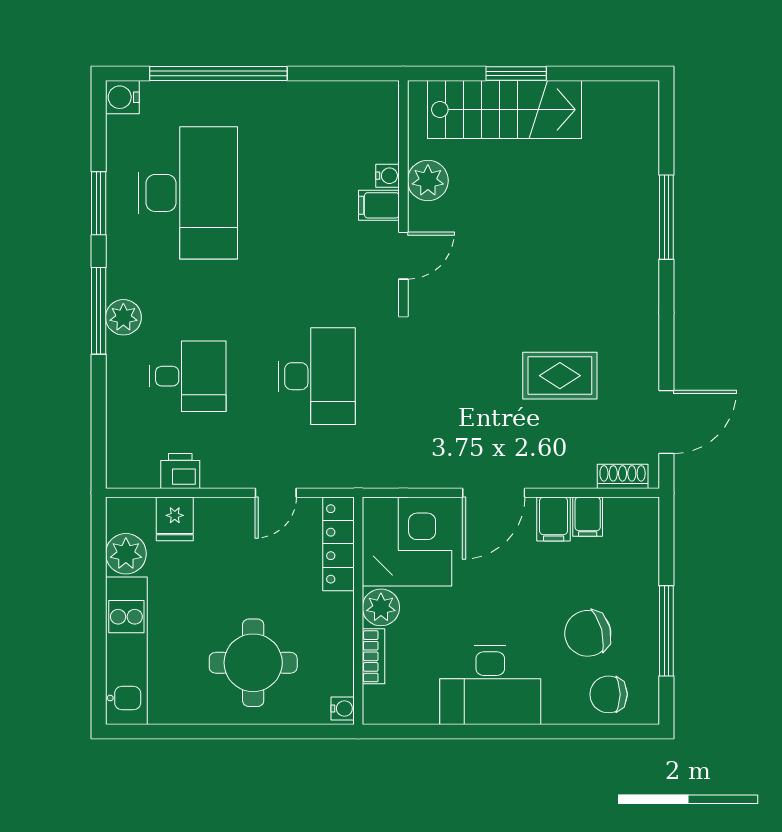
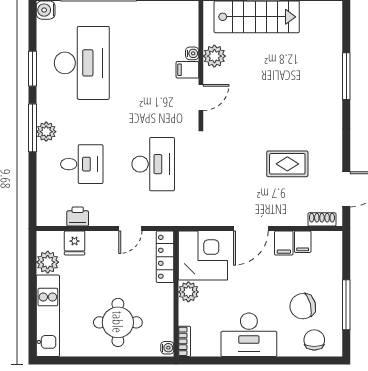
bookcase: (373, 656) -> (184, 341), moved
chair: (609, 694) -> (314, 340), turned 90

